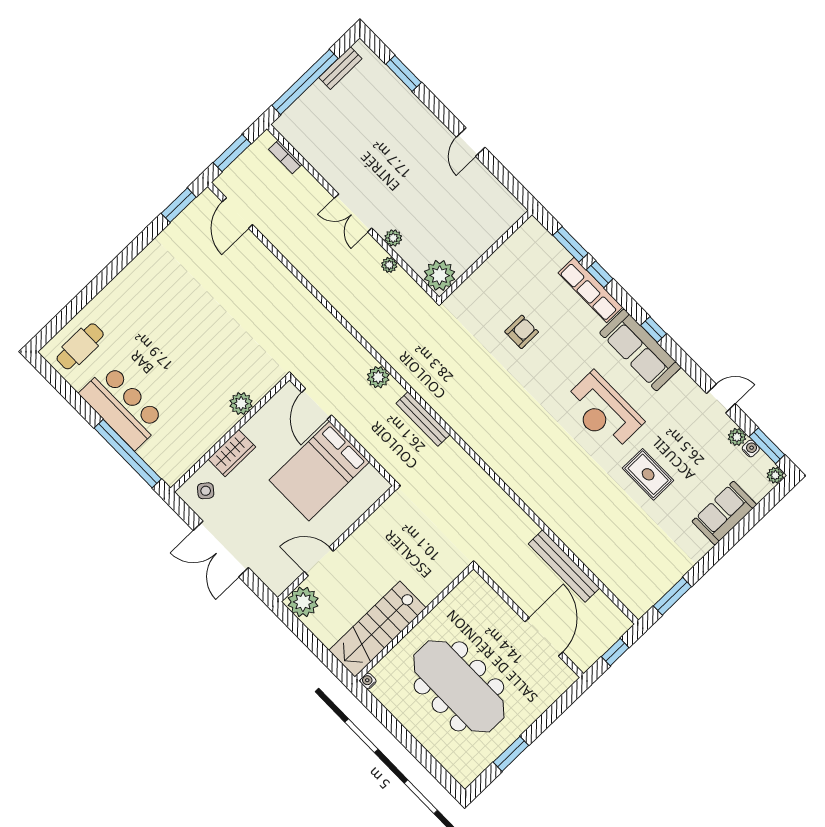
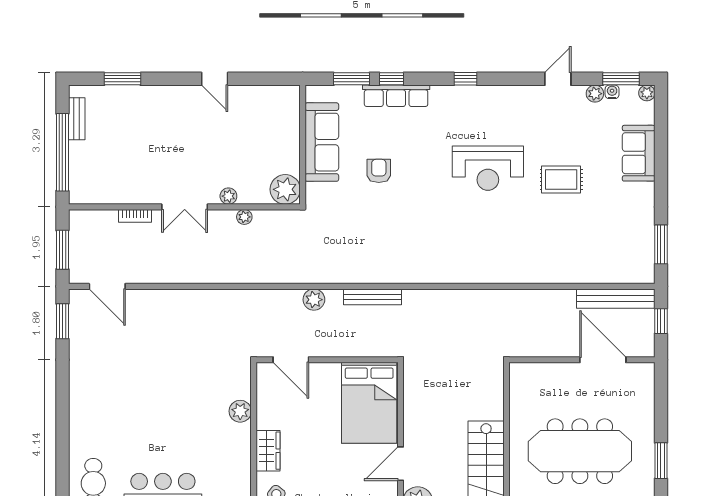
bookcase: (285, 157) -> (135, 216), moved
sofa: (640, 350) -> (322, 142), moved, turned -90
bed: (319, 471) -> (369, 403), moved
bench: (564, 566) -> (616, 299), moved

